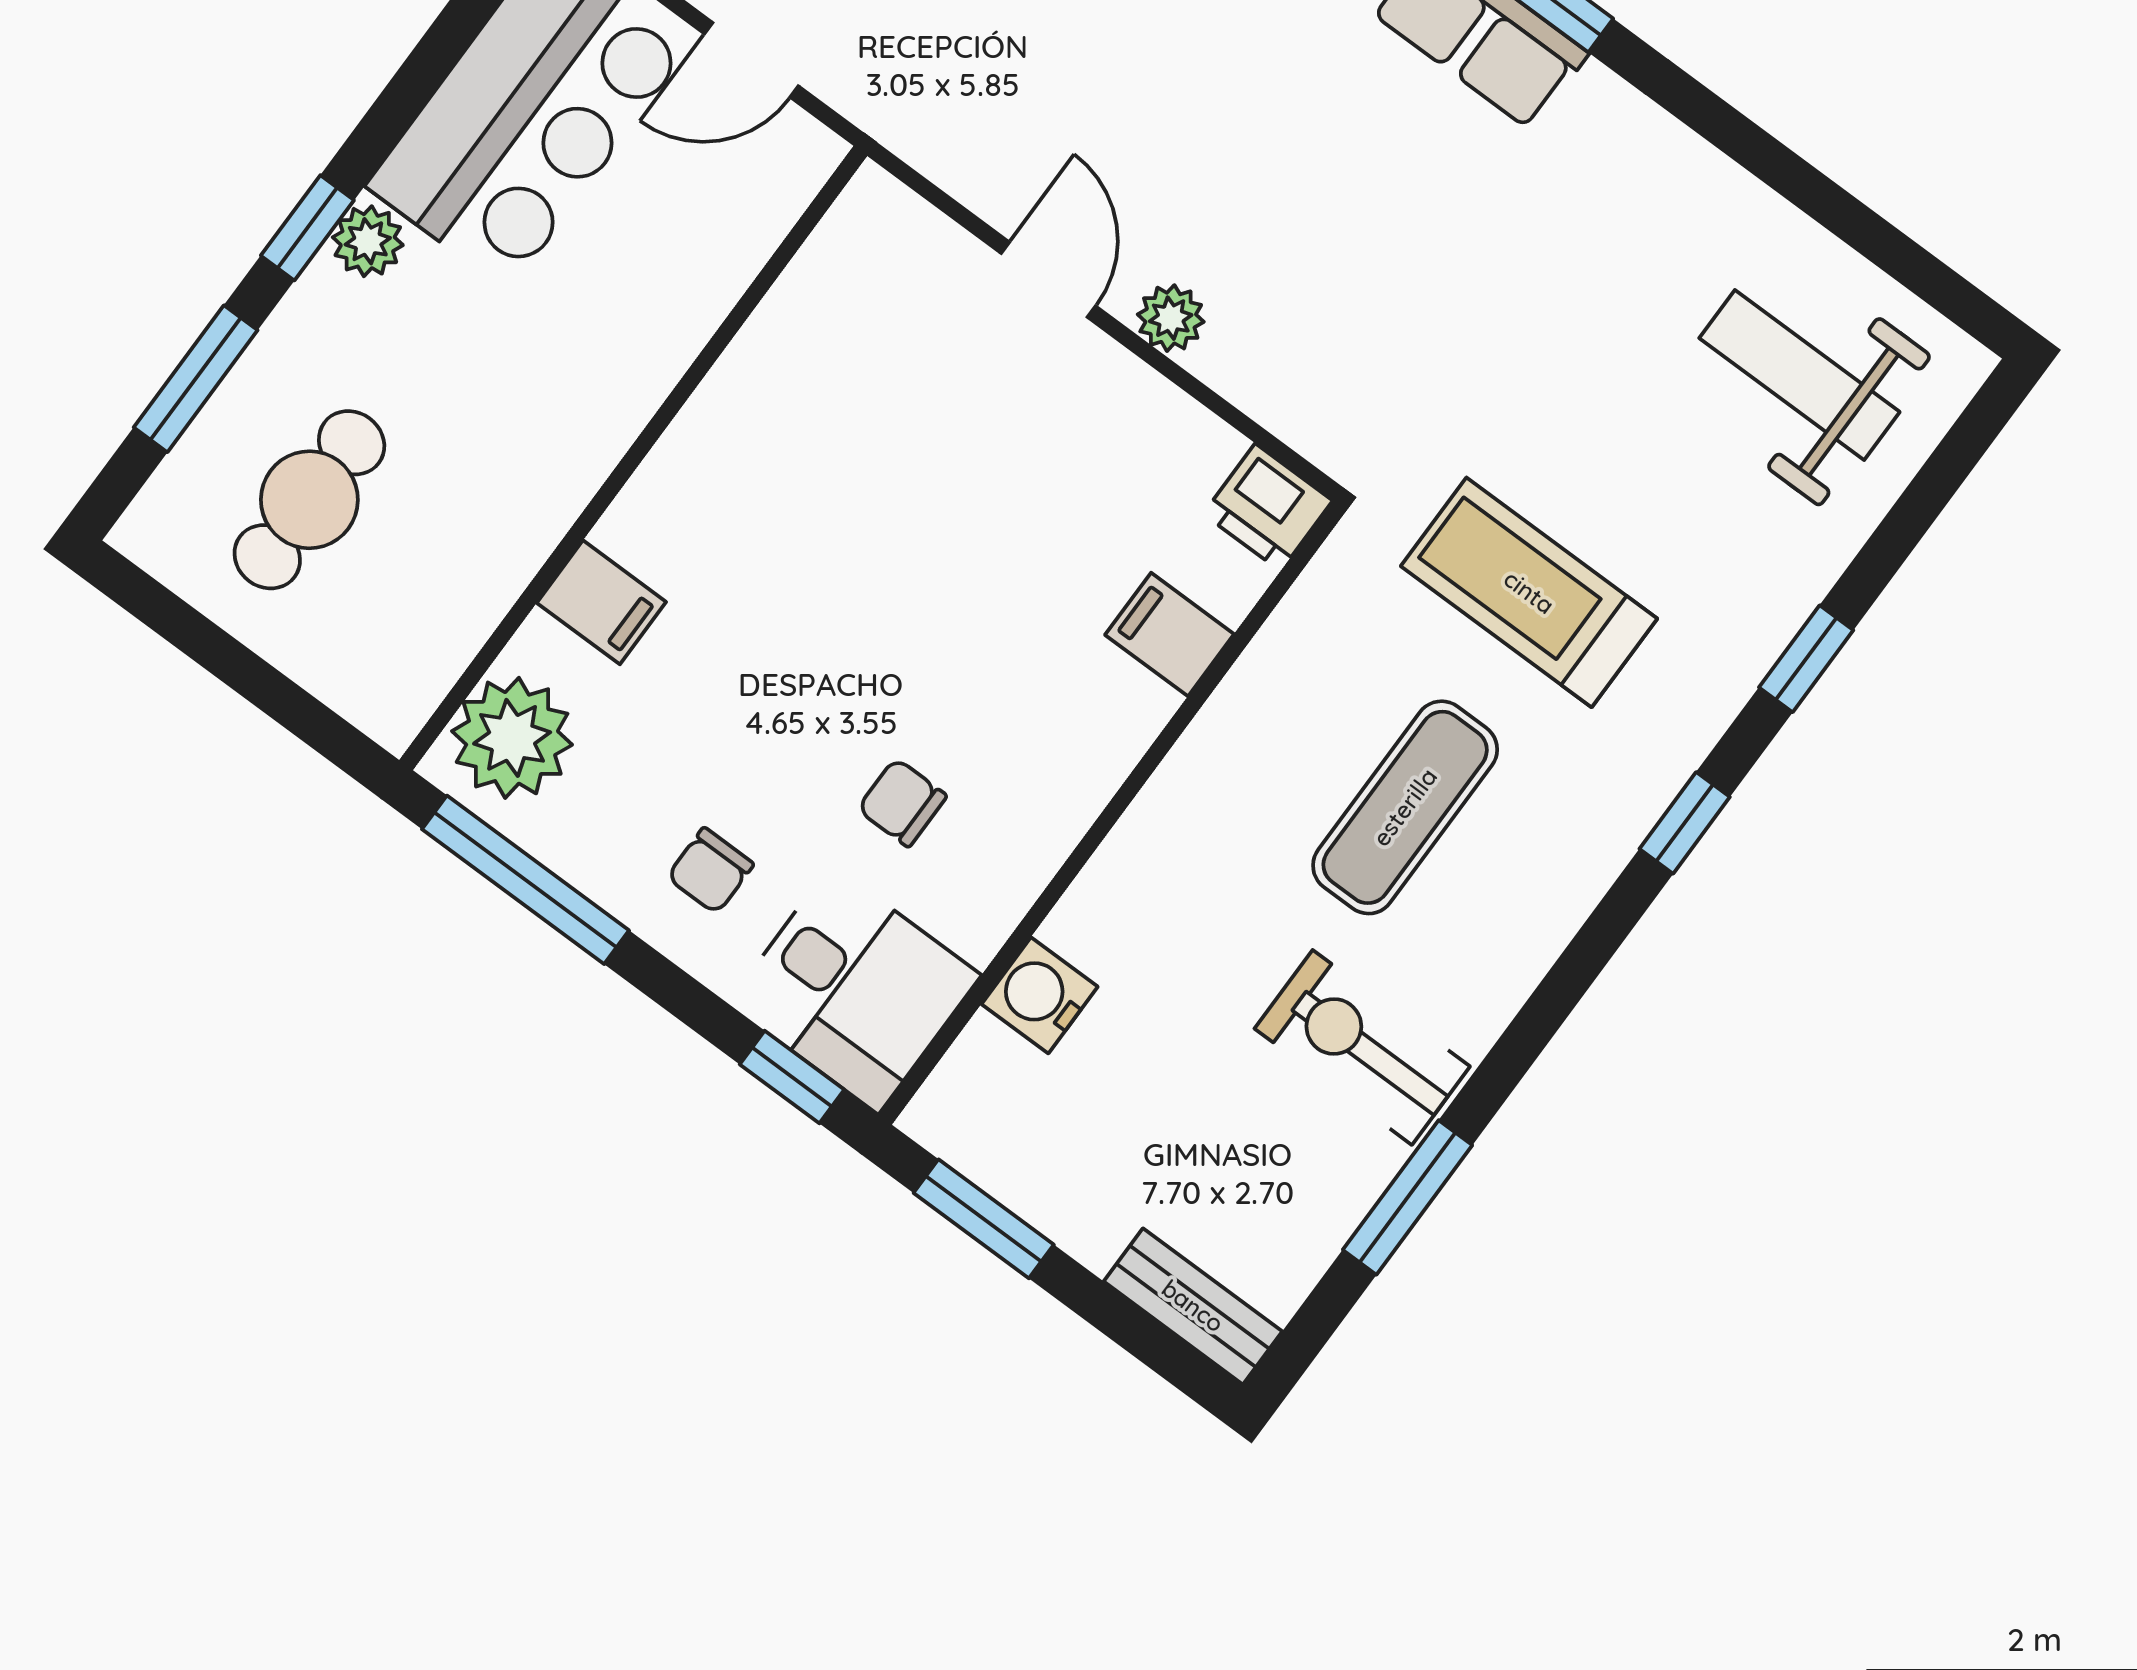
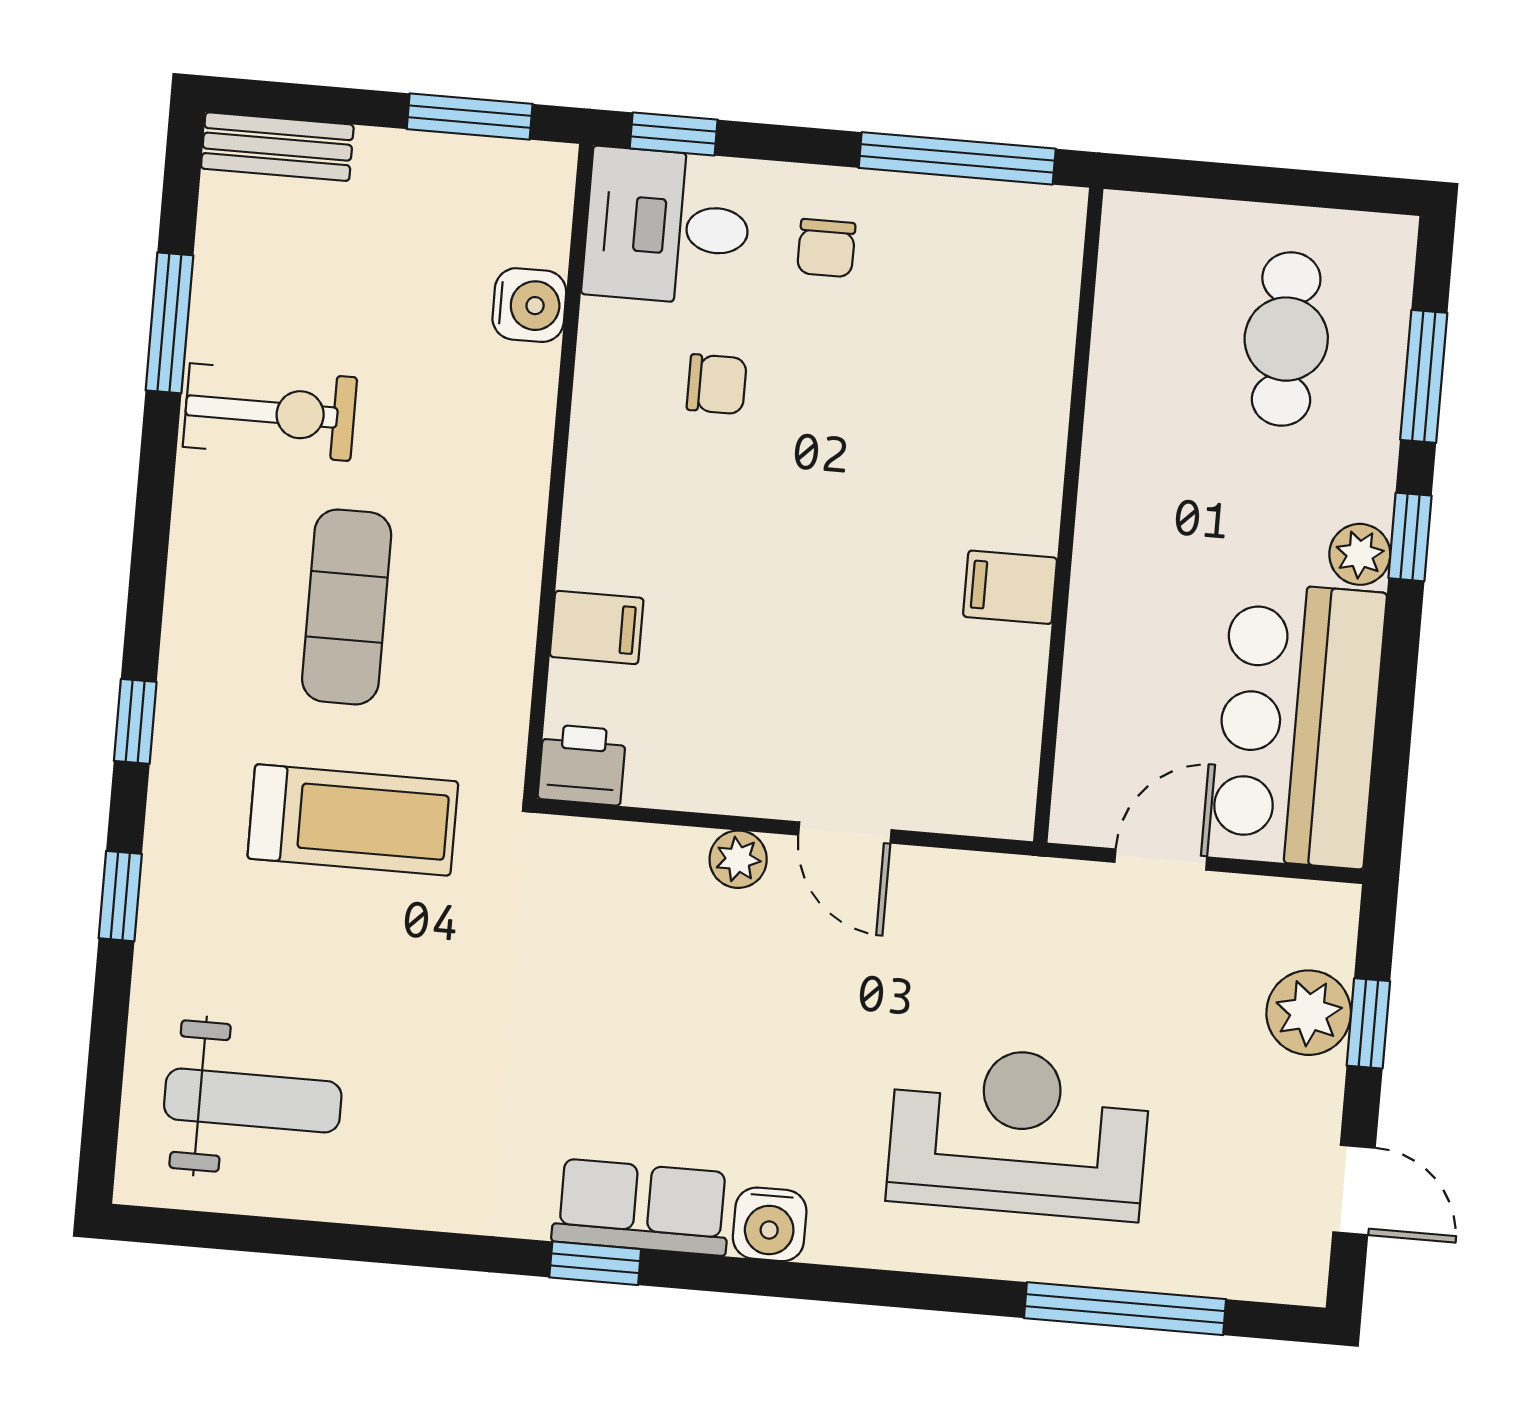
filing cabinet: (601, 602) -> (1010, 587), moved
plant: (512, 738) -> (1031, 256), removed
chair: (710, 871) -> (826, 248), turned 180

